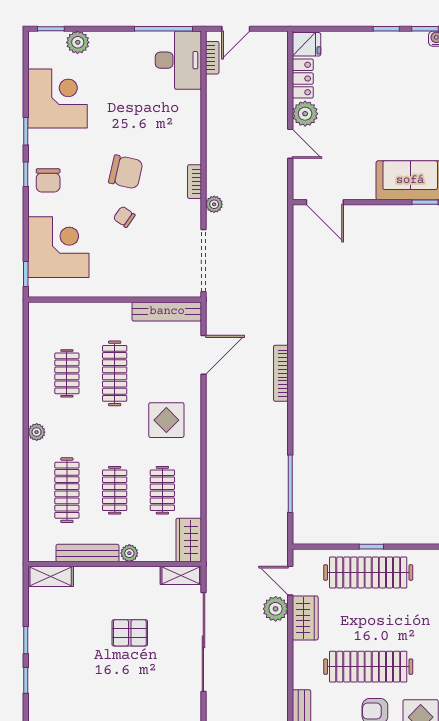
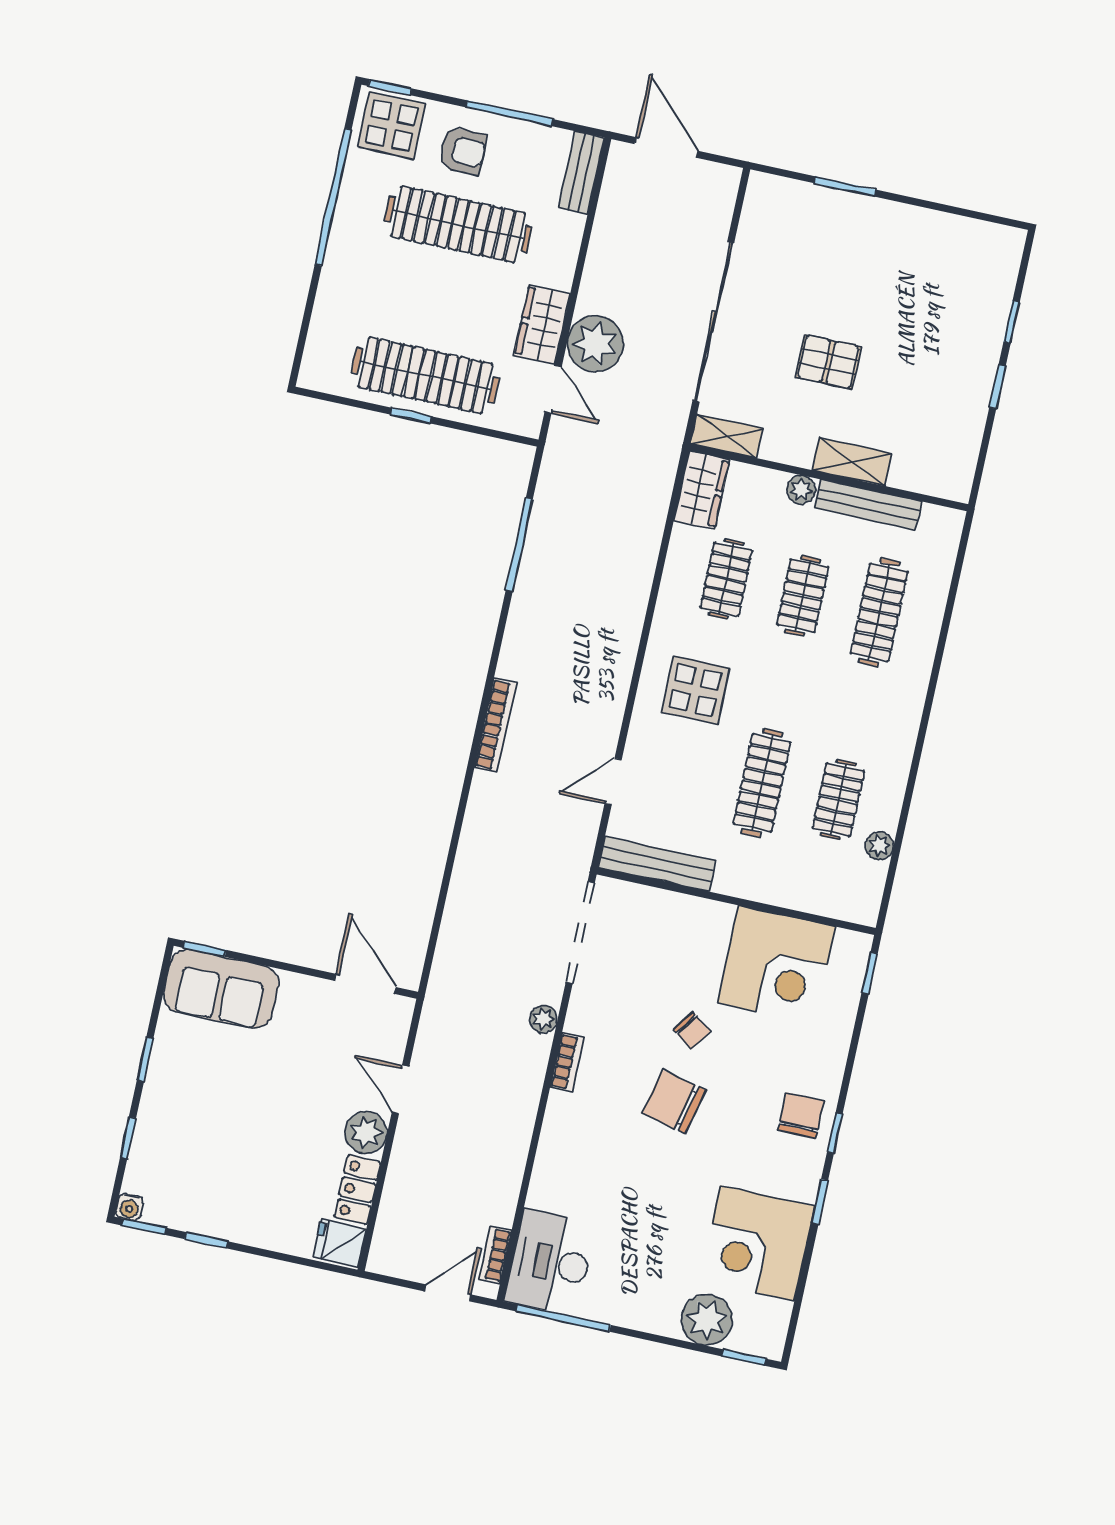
plant: (78, 42) -> (707, 1320), width x1.36, depth x1.36
corner desk: (58, 247) -> (776, 965), moved, turned -90
door: (203, 355) -> (613, 782), width x0.73
plant: (37, 432) -> (879, 846), moved
shelving: (51, 576) -> (852, 462), moved
plant: (276, 609) -> (595, 344), width x1.36, depth x1.36

